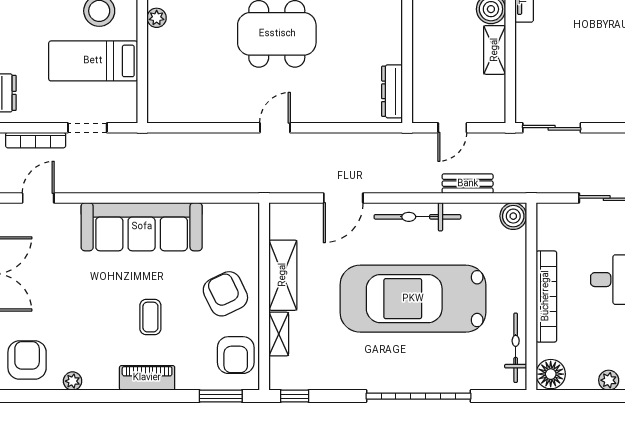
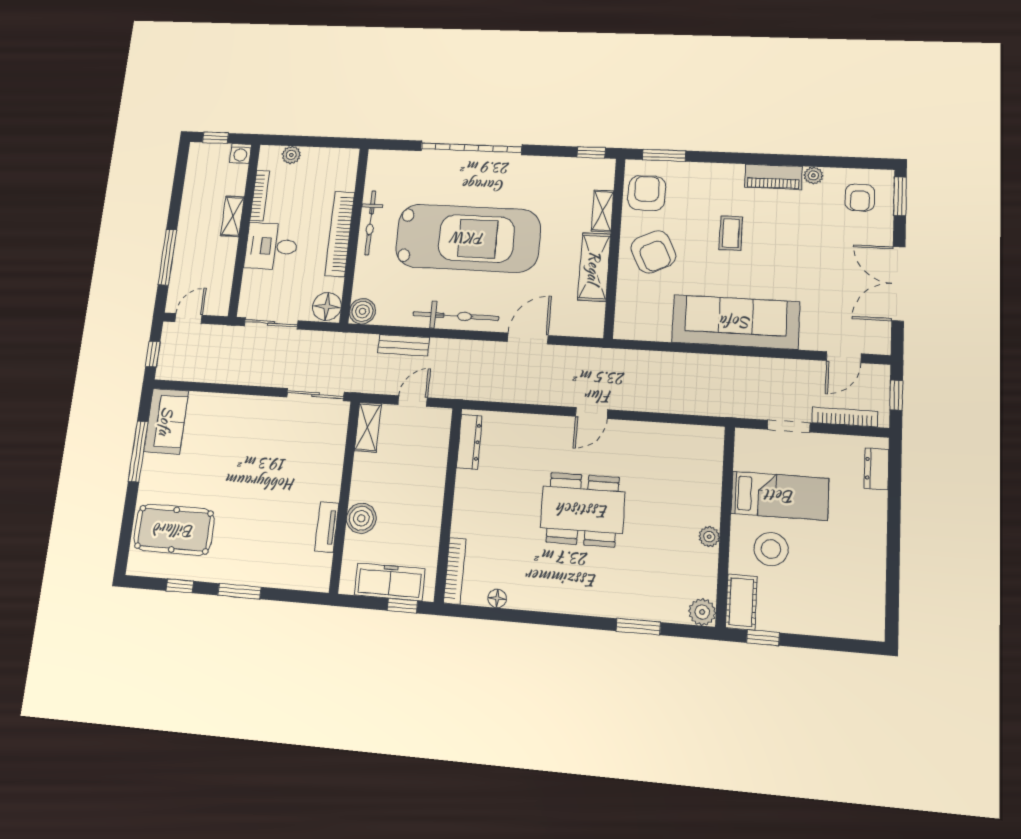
shelving: (495, 50) -> (368, 427), moved
bicycle: (516, 348) -> (370, 223), moved
armchair: (27, 360) -> (860, 198), width x0.72, depth x0.72
floor lamp: (551, 374) -> (327, 307), moved
piano: (147, 378) -> (774, 177), moved

